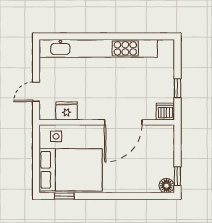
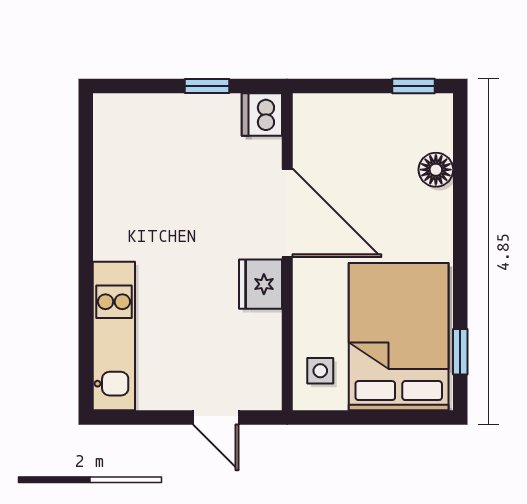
kitchen unit: (98, 48) -> (114, 336), width x0.54
fridge: (67, 111) -> (261, 284), moved
floor lamp: (167, 186) -> (436, 170), moved

